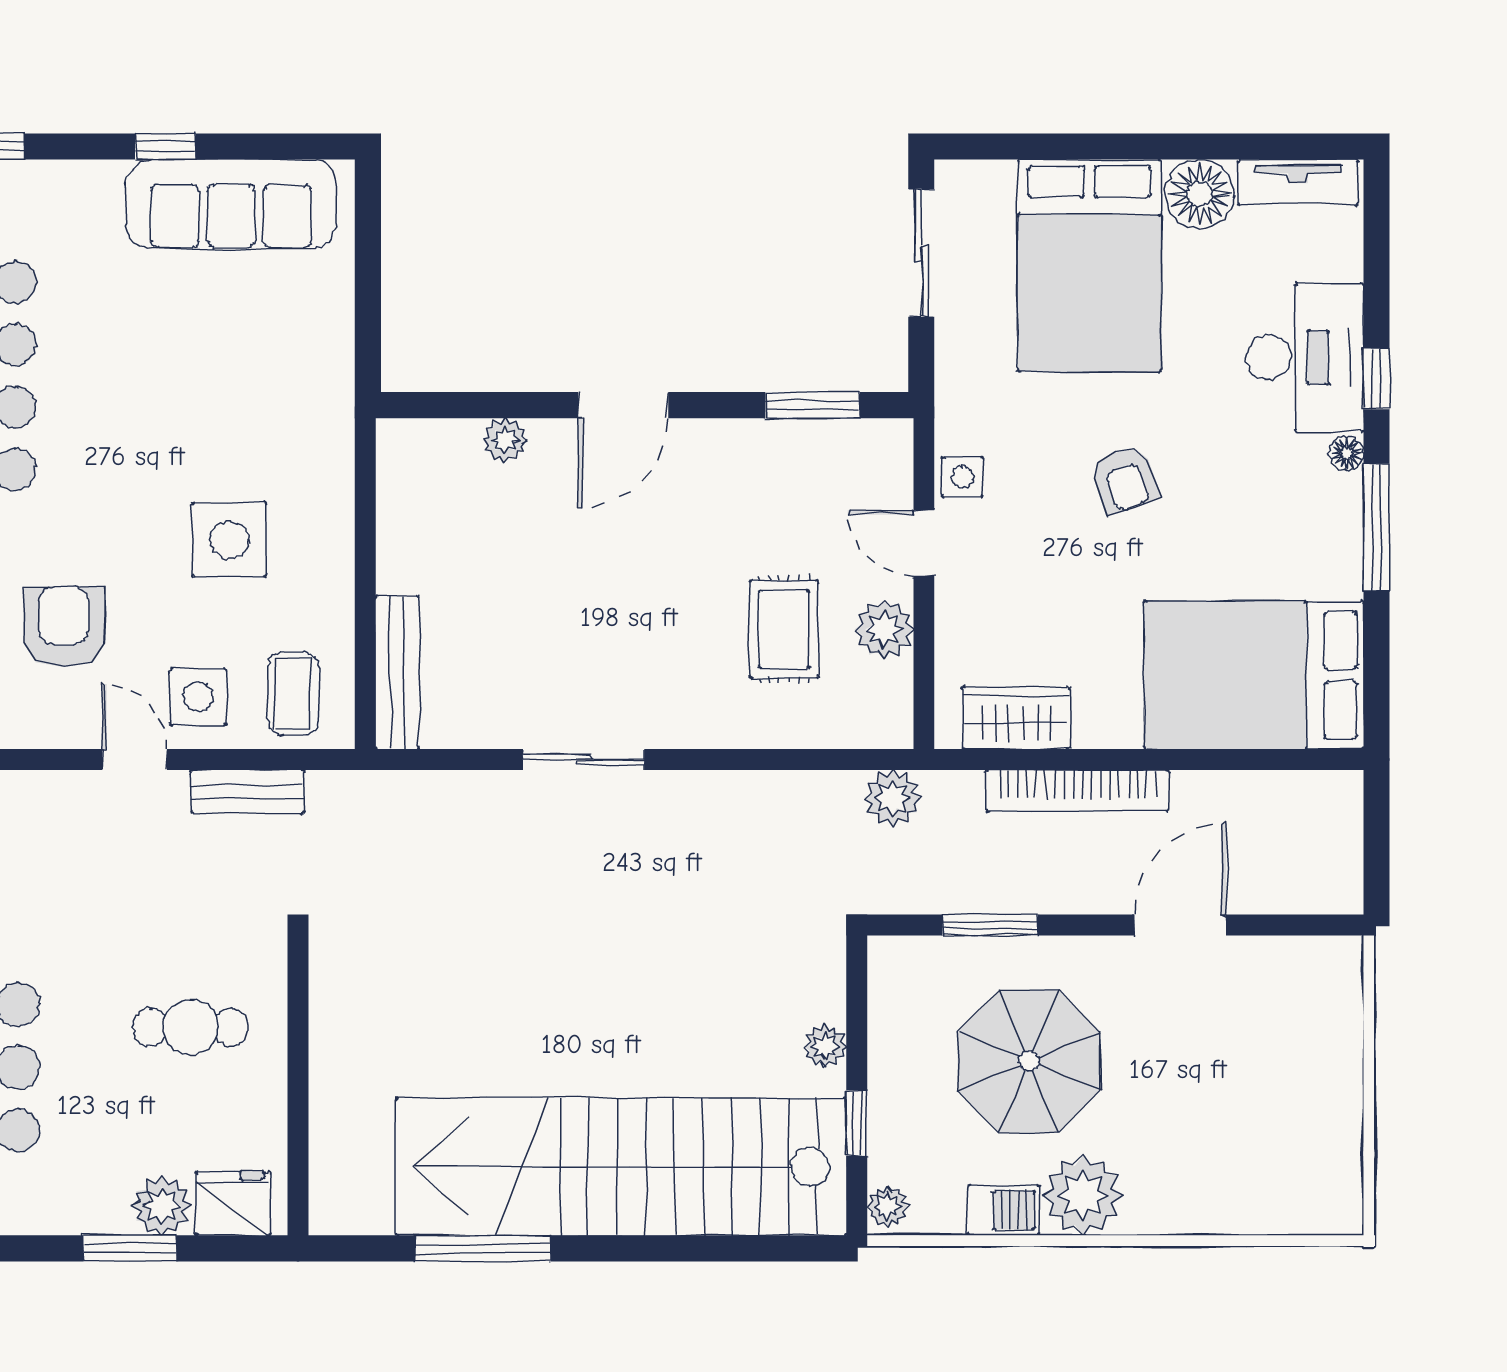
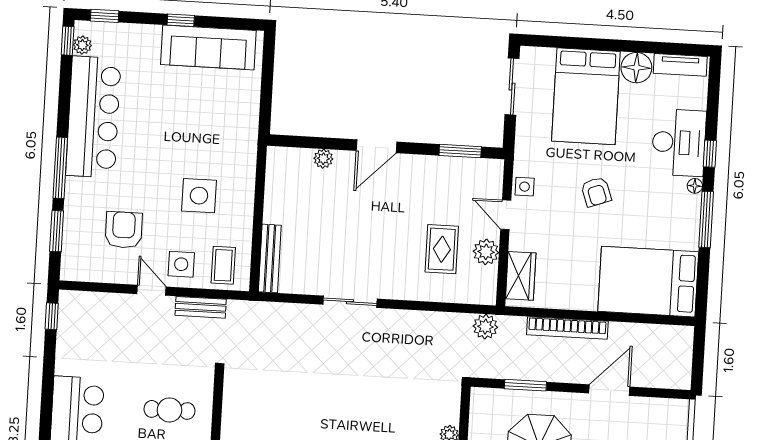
wardrobe: (1016, 718) -> (521, 276), moved, turned 90

